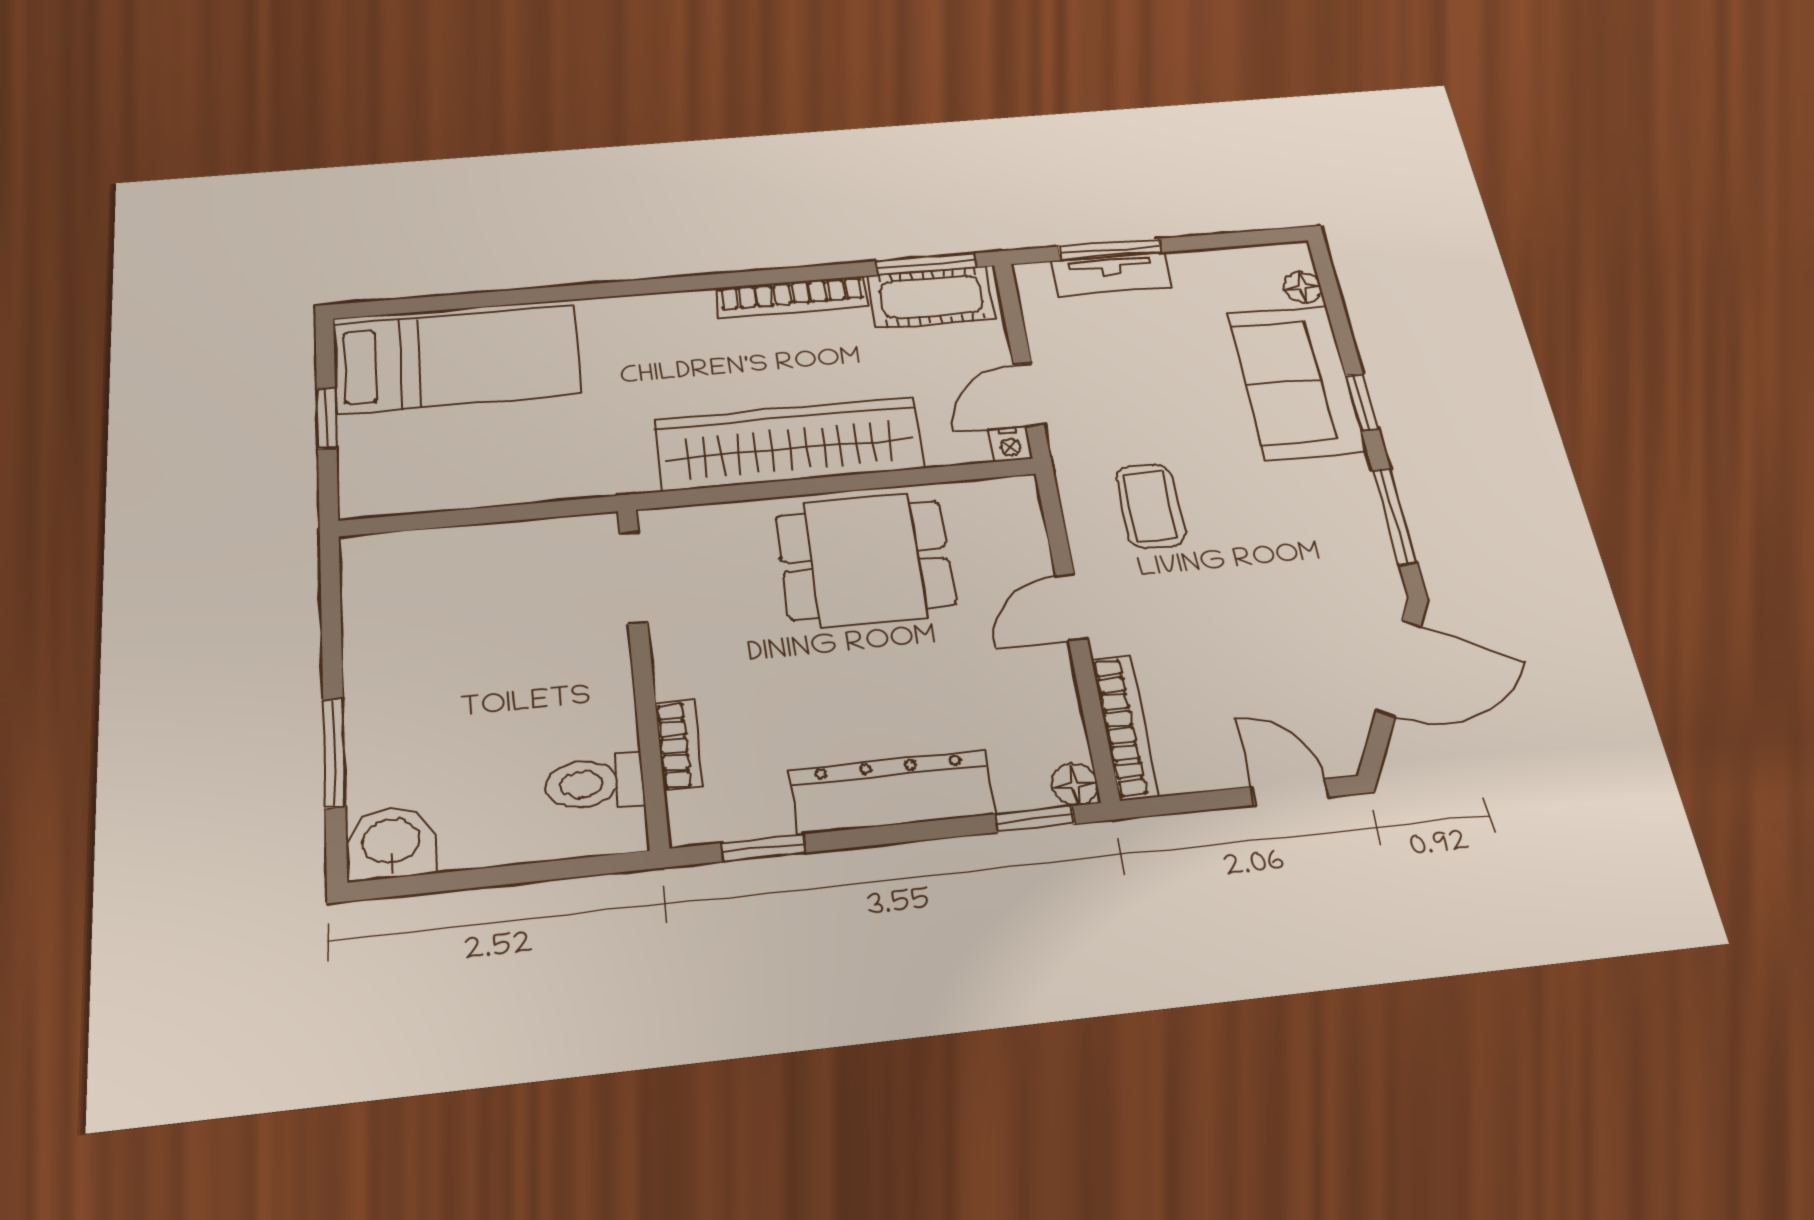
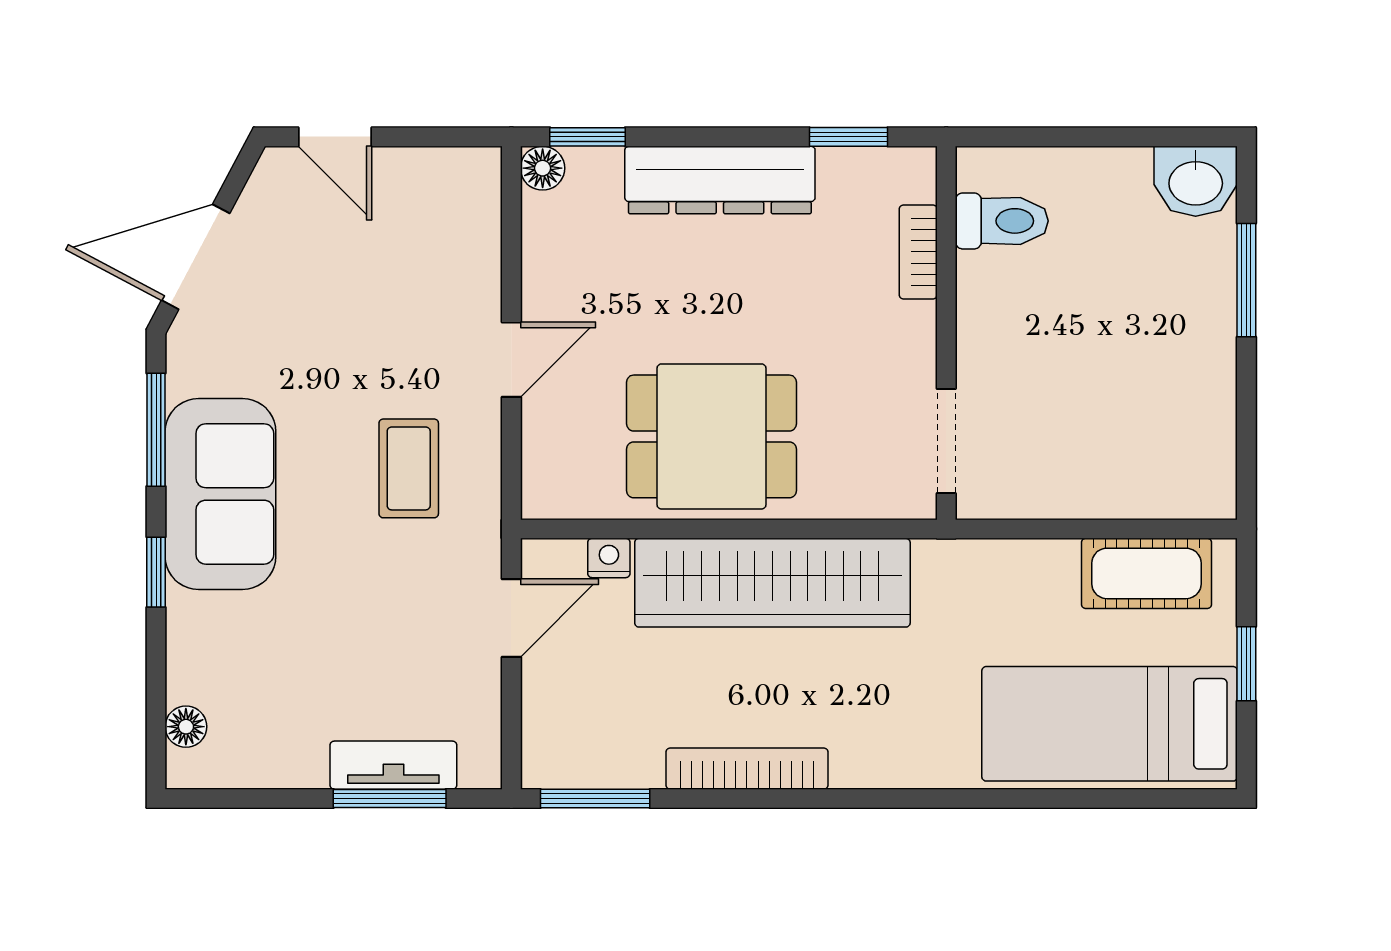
cot: (931, 297) -> (1146, 573), moved
sofa: (1297, 381) -> (220, 494), moved
nightstand: (1010, 445) -> (609, 558), moved
bookcase: (1125, 727) -> (482, 223), removed

